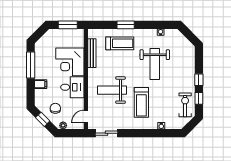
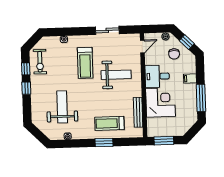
weight bench: (155, 64) -> (62, 107), moved
treadmill: (141, 102) -> (85, 63), turned 180
sliding door: (107, 133) -> (107, 30), moved

